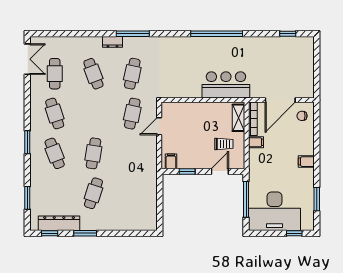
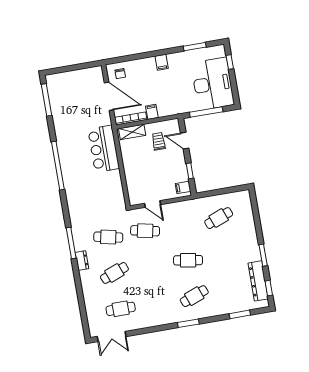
window: (288, 34) -> (46, 100), width x2.17
double door: (27, 59) -> (112, 337), swing flipped
cafe table: (55, 114) -> (157, 302), removed
cafe table: (93, 193) -> (219, 218), moved, turned -39

